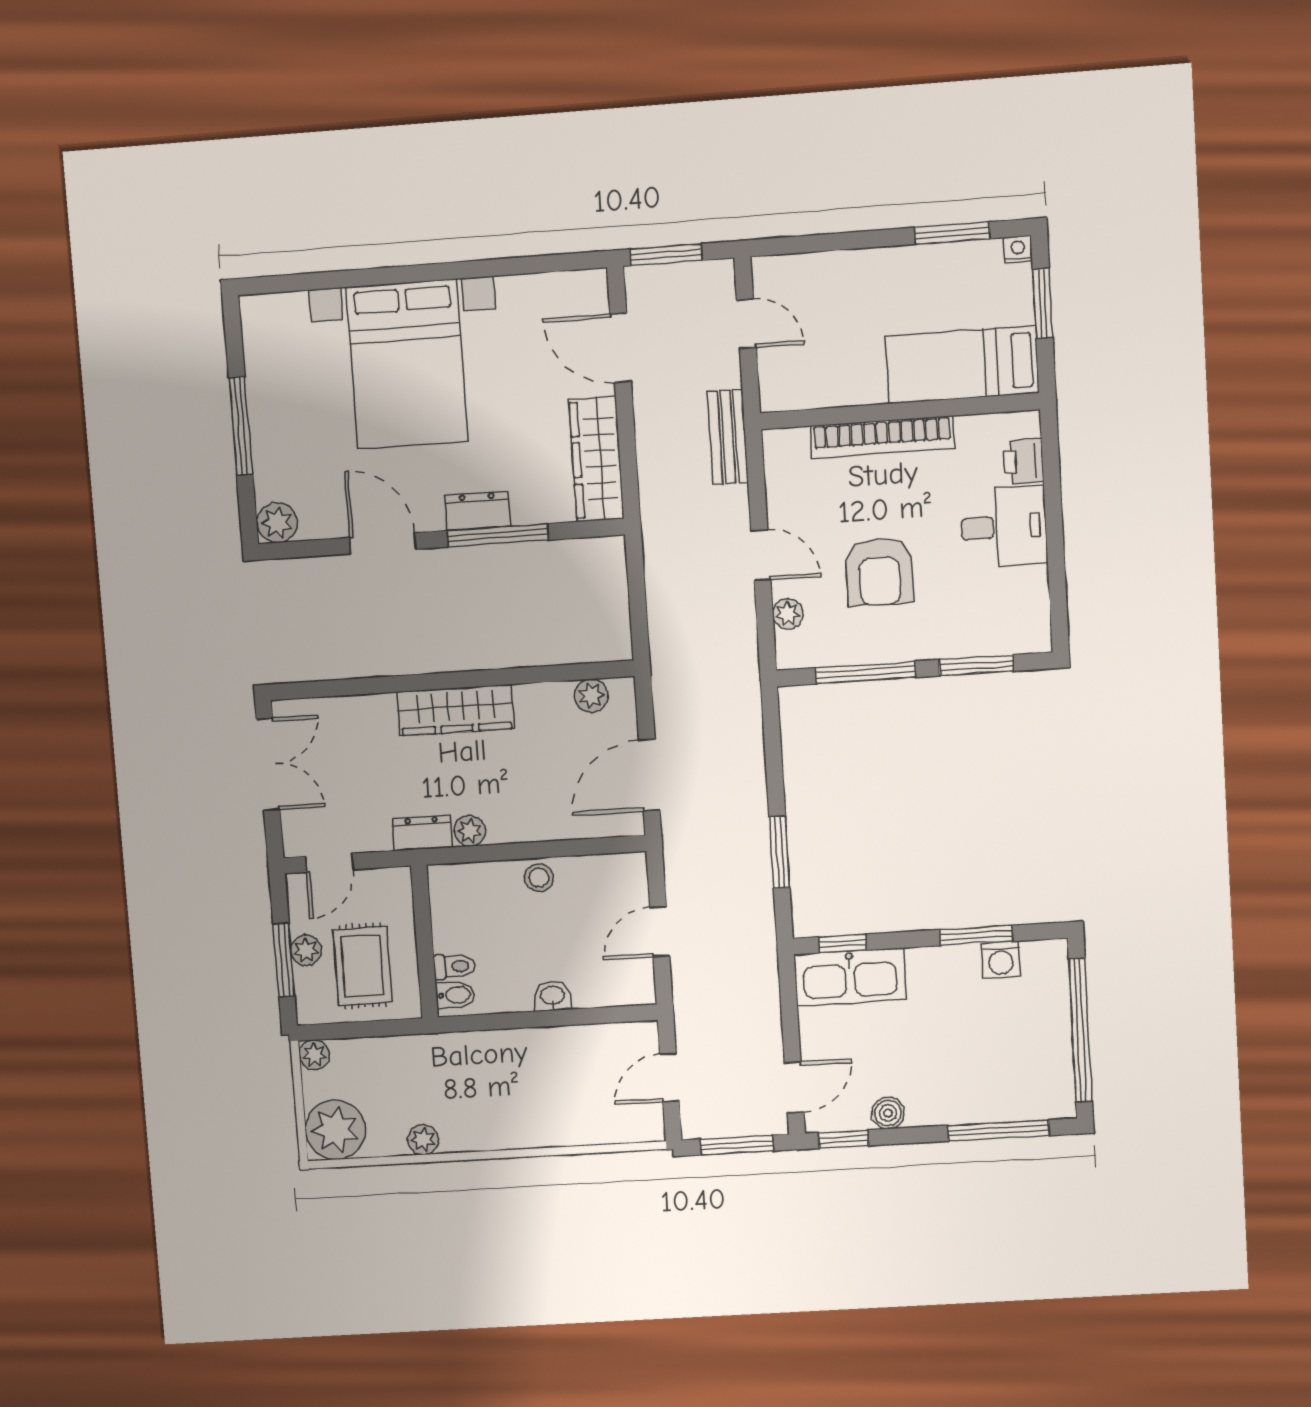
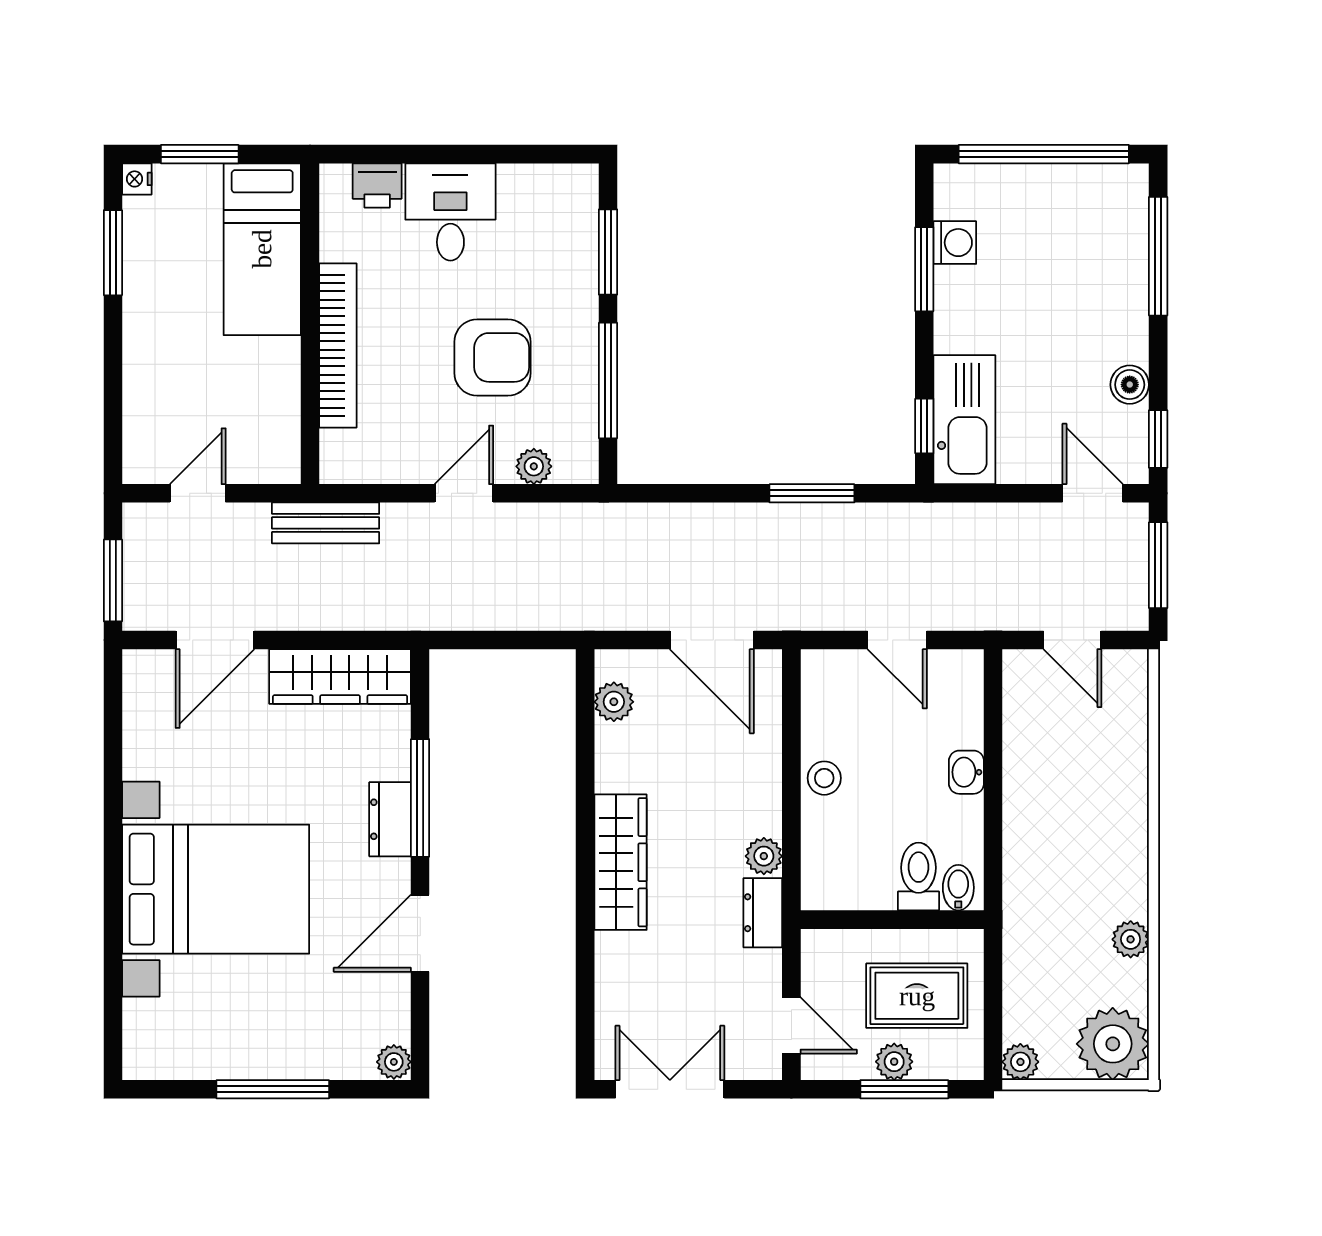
plant: (277, 523) -> (394, 1062), width x0.73, depth x0.73
toilet: (455, 966) -> (918, 877), width x1.37, depth x1.39

